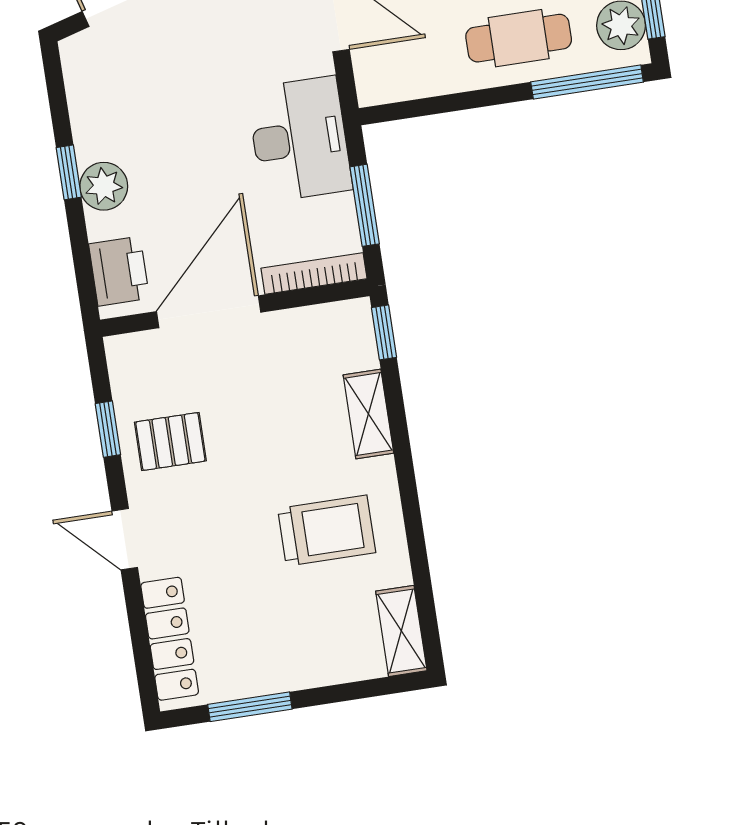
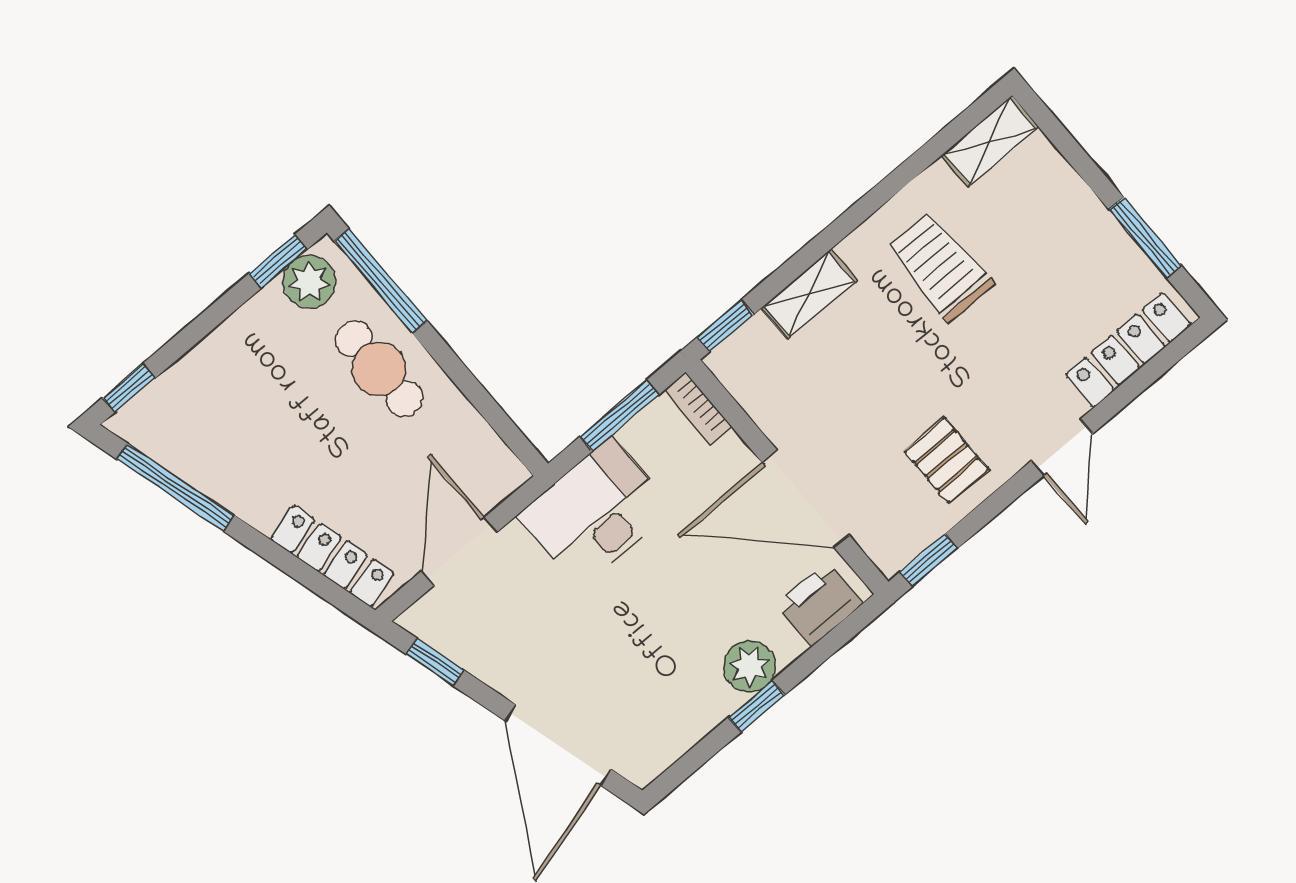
bookcase: (314, 273) -> (698, 408), width x0.64
window: (108, 429) -> (929, 560), moved

